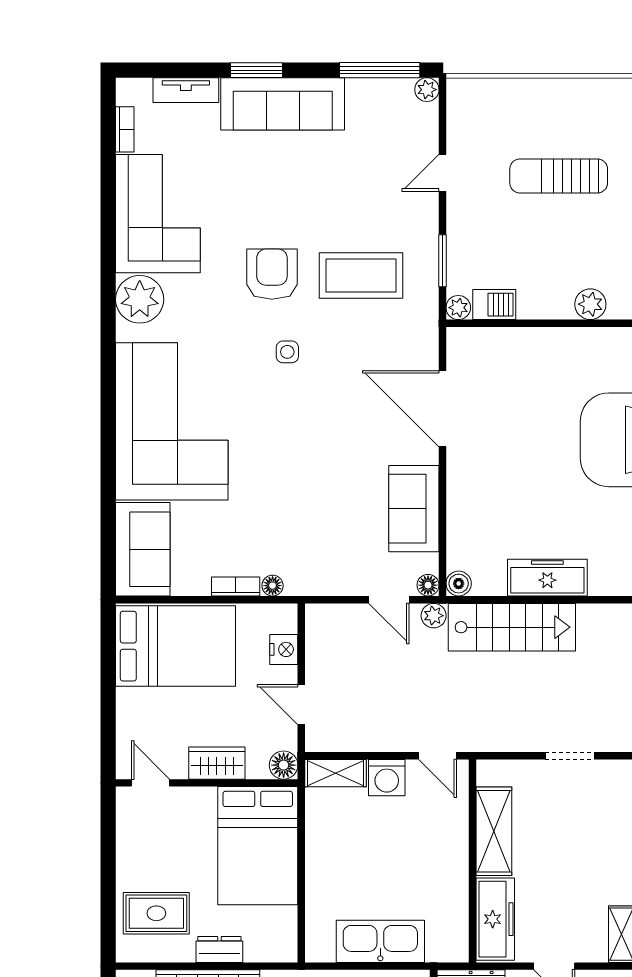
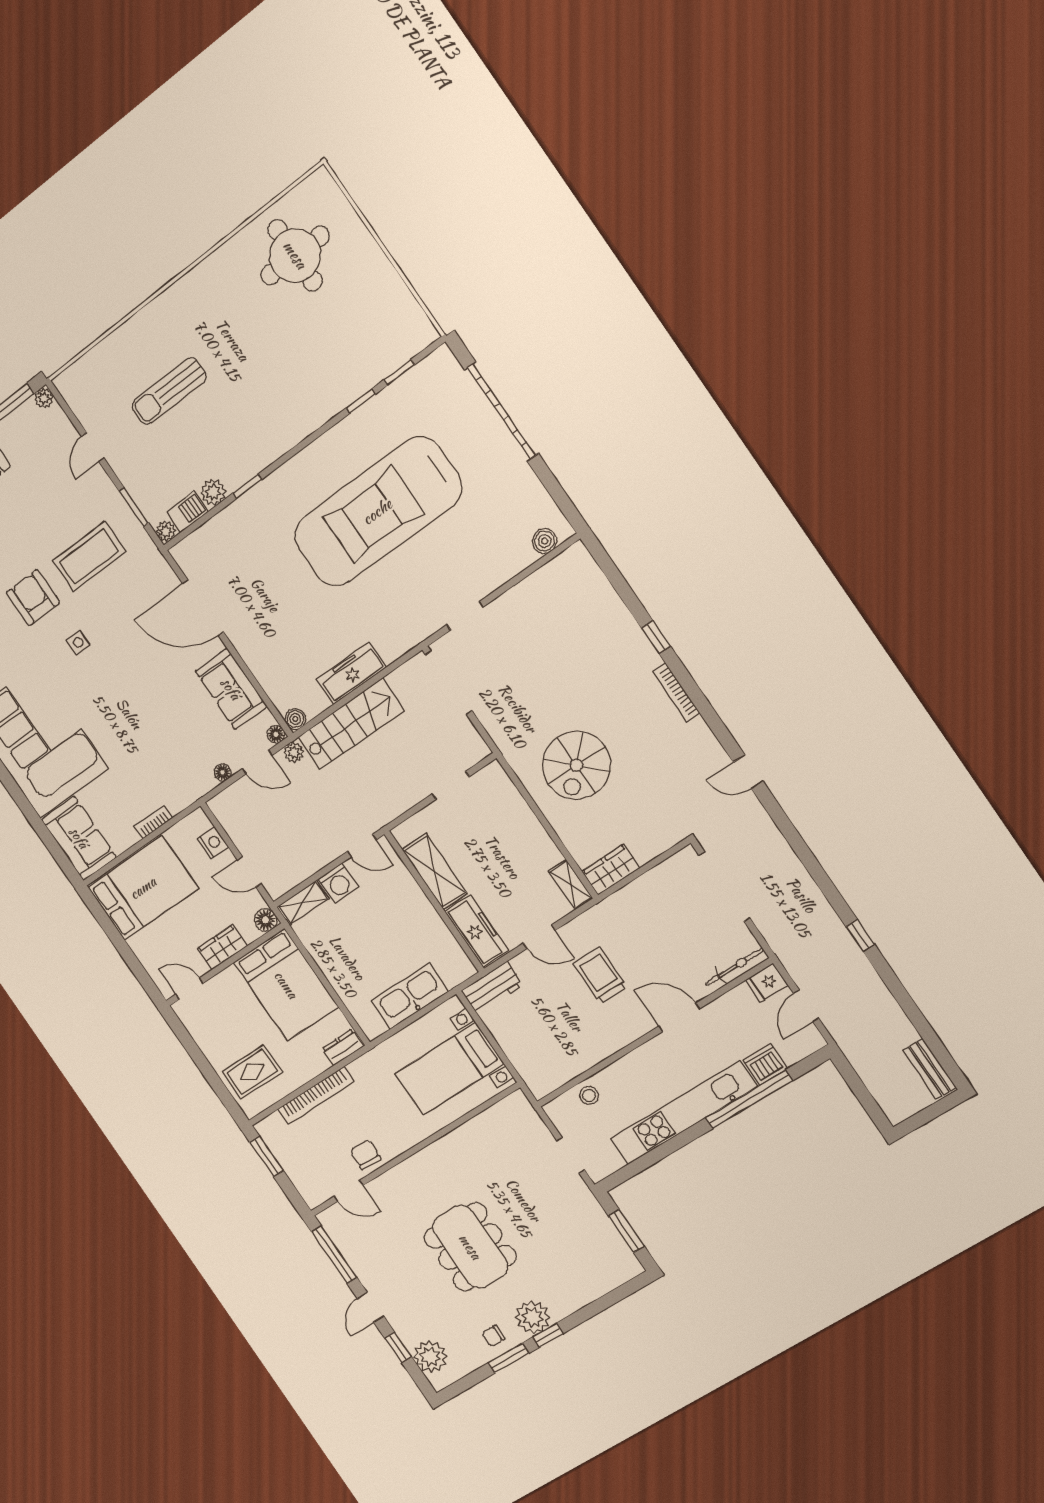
plant: (590, 304) -> (213, 492), moved
window: (571, 323) -> (247, 486), added
floor lamp: (273, 586) -> (223, 772), moved
dresser: (219, 949) -> (343, 1047), moved

